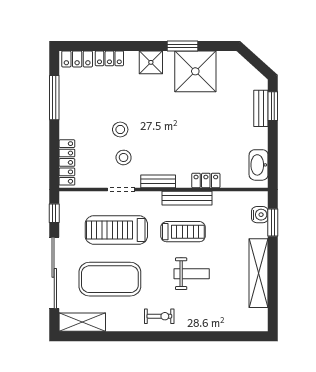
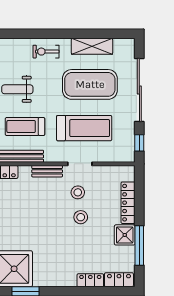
shower: (151, 62) -> (125, 235), moved
locker: (67, 162) -> (128, 203), moved
shelving: (82, 322) -> (92, 46), moved

